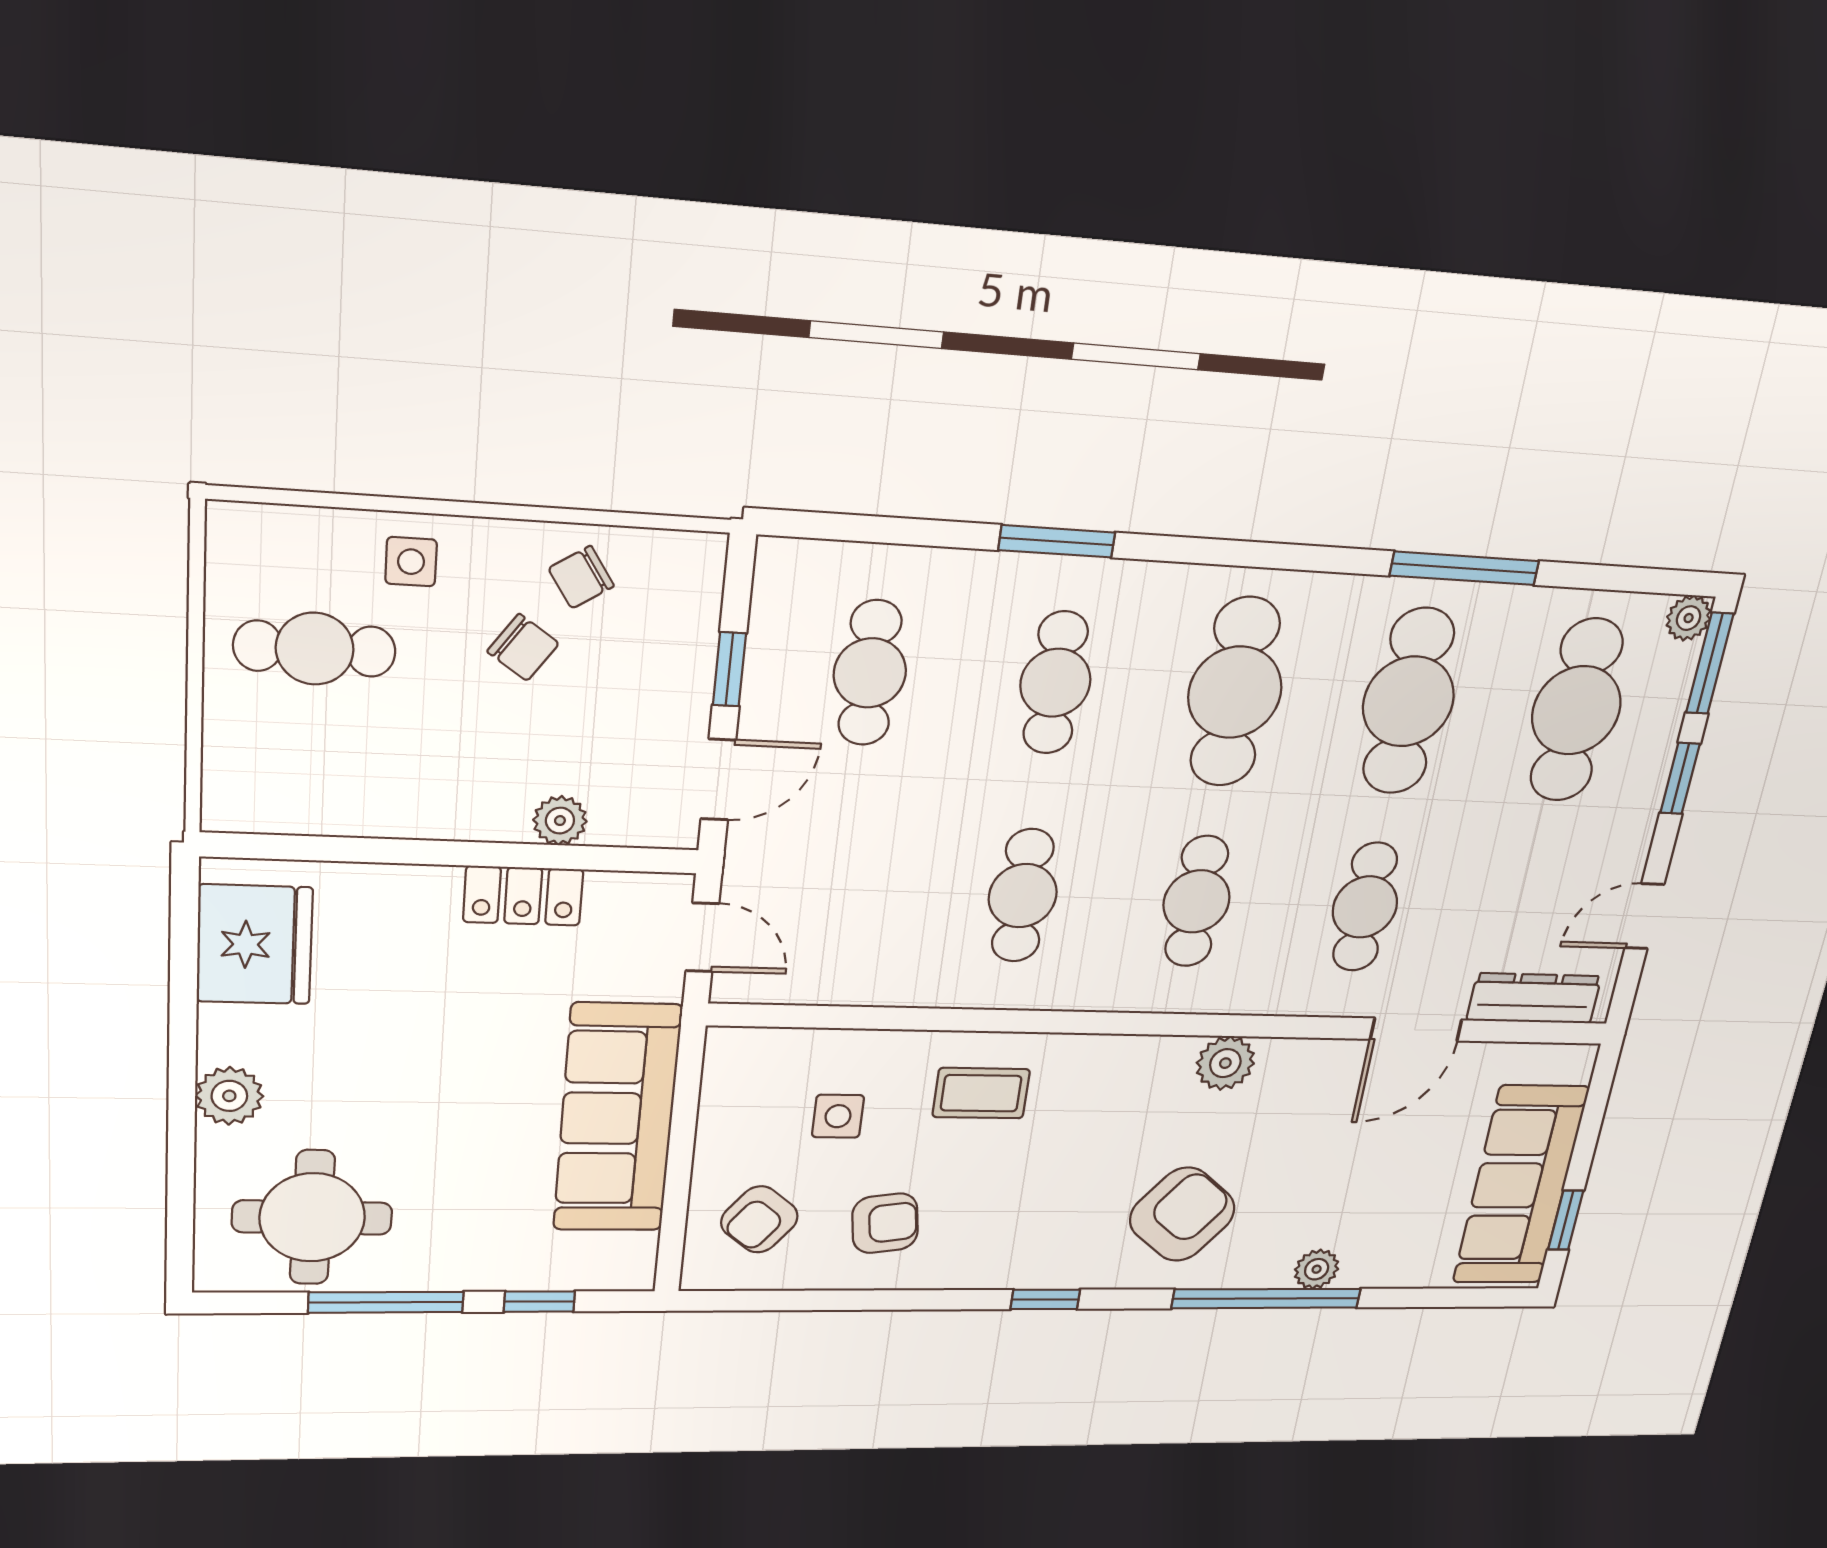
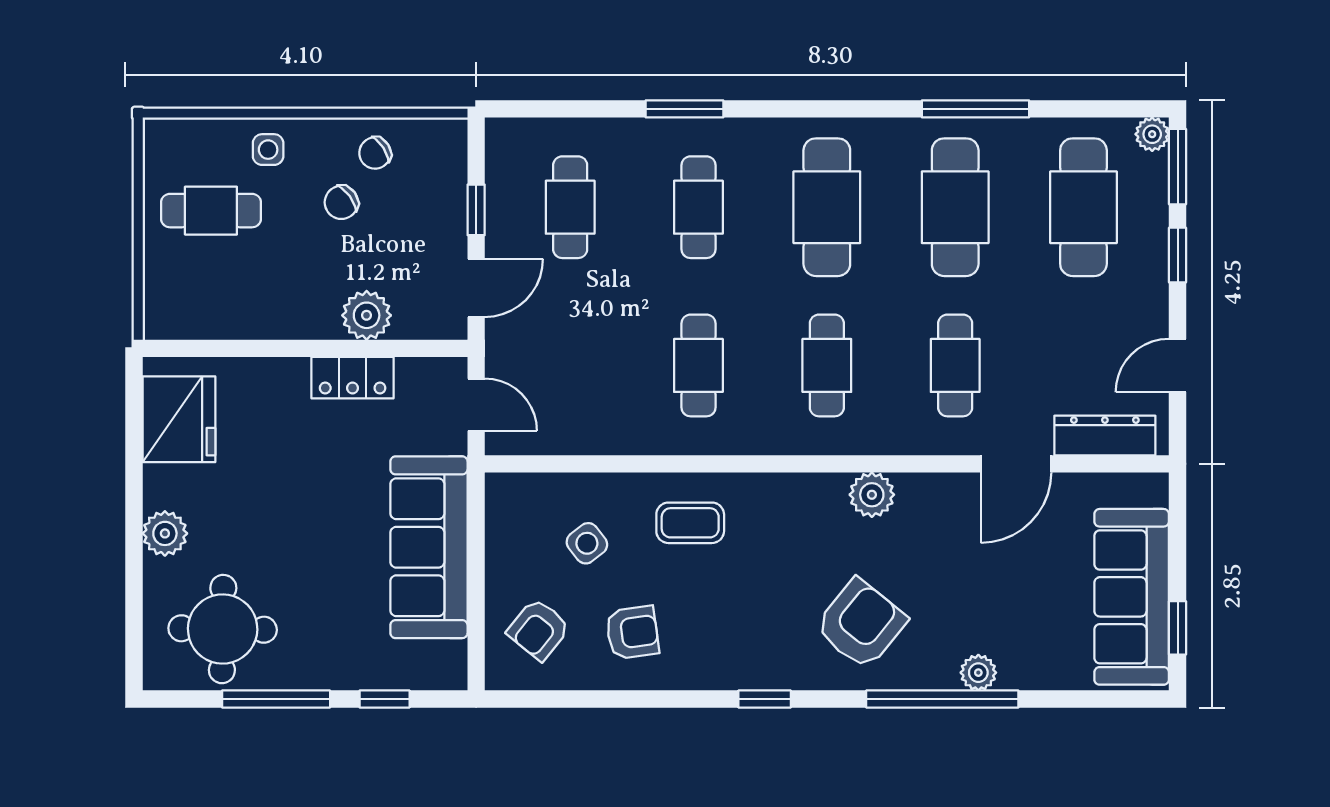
chair: (523, 647) -> (341, 202), turned 109
plant: (560, 821) -> (367, 315), width x1.38, depth x1.38
side table: (838, 1116) -> (587, 543), turned -38

